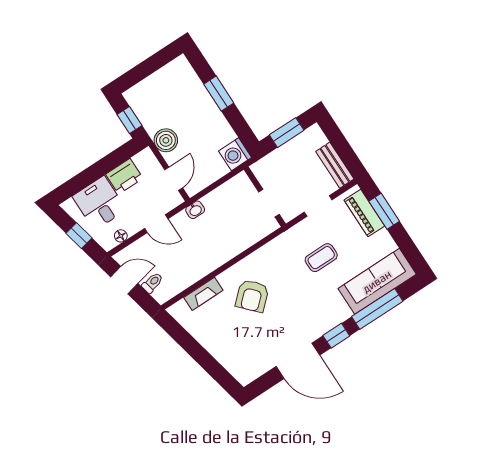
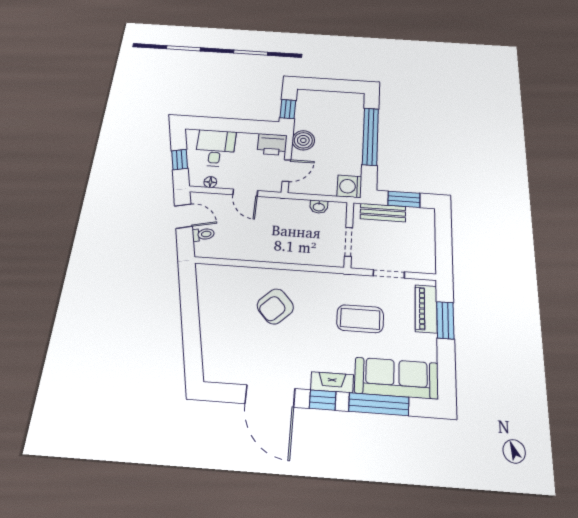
window: (219, 94) -> (371, 136), width x2.11
bench: (335, 165) -> (383, 213), moved, turned 90
printer: (124, 176) -> (272, 144), moved
washbasin: (195, 210) -> (319, 207), moved
coffee table: (321, 258) -> (360, 319), width x1.36, depth x1.30
fireplace: (203, 294) -> (332, 382), moved, turned 180

